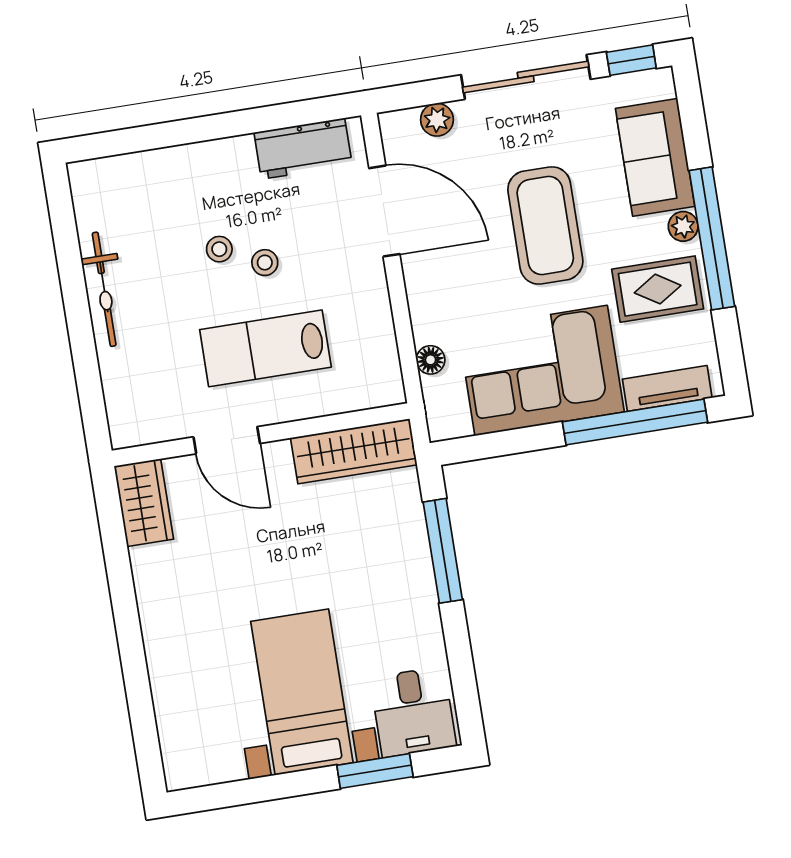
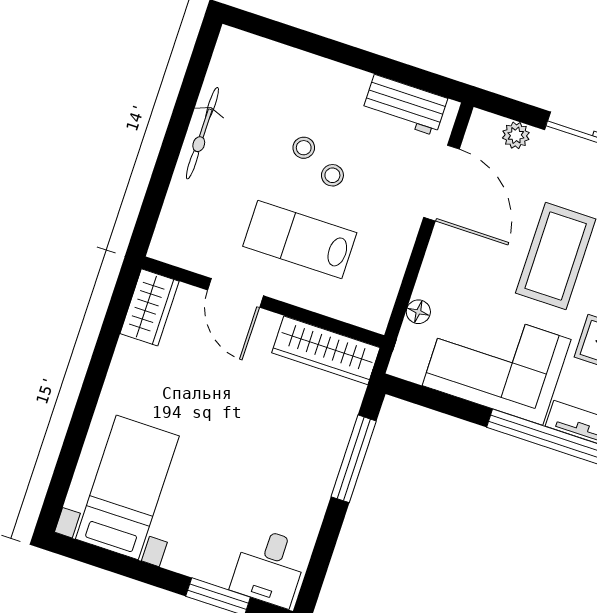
bed with nightstands: (302, 692) -> (127, 487), moved

